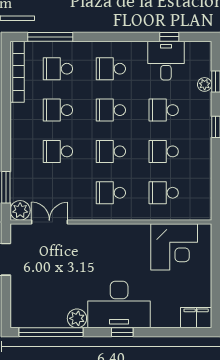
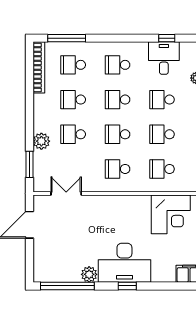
plant: (20, 210) -> (41, 141), moved

